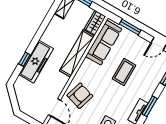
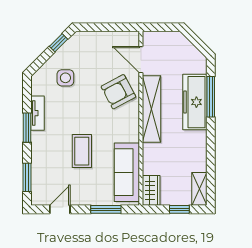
shelving: (77, 53) -> (152, 109), moved
window: (24, 59) -> (211, 97), width x2.17
armchair: (80, 96) -> (118, 92), turned 45

